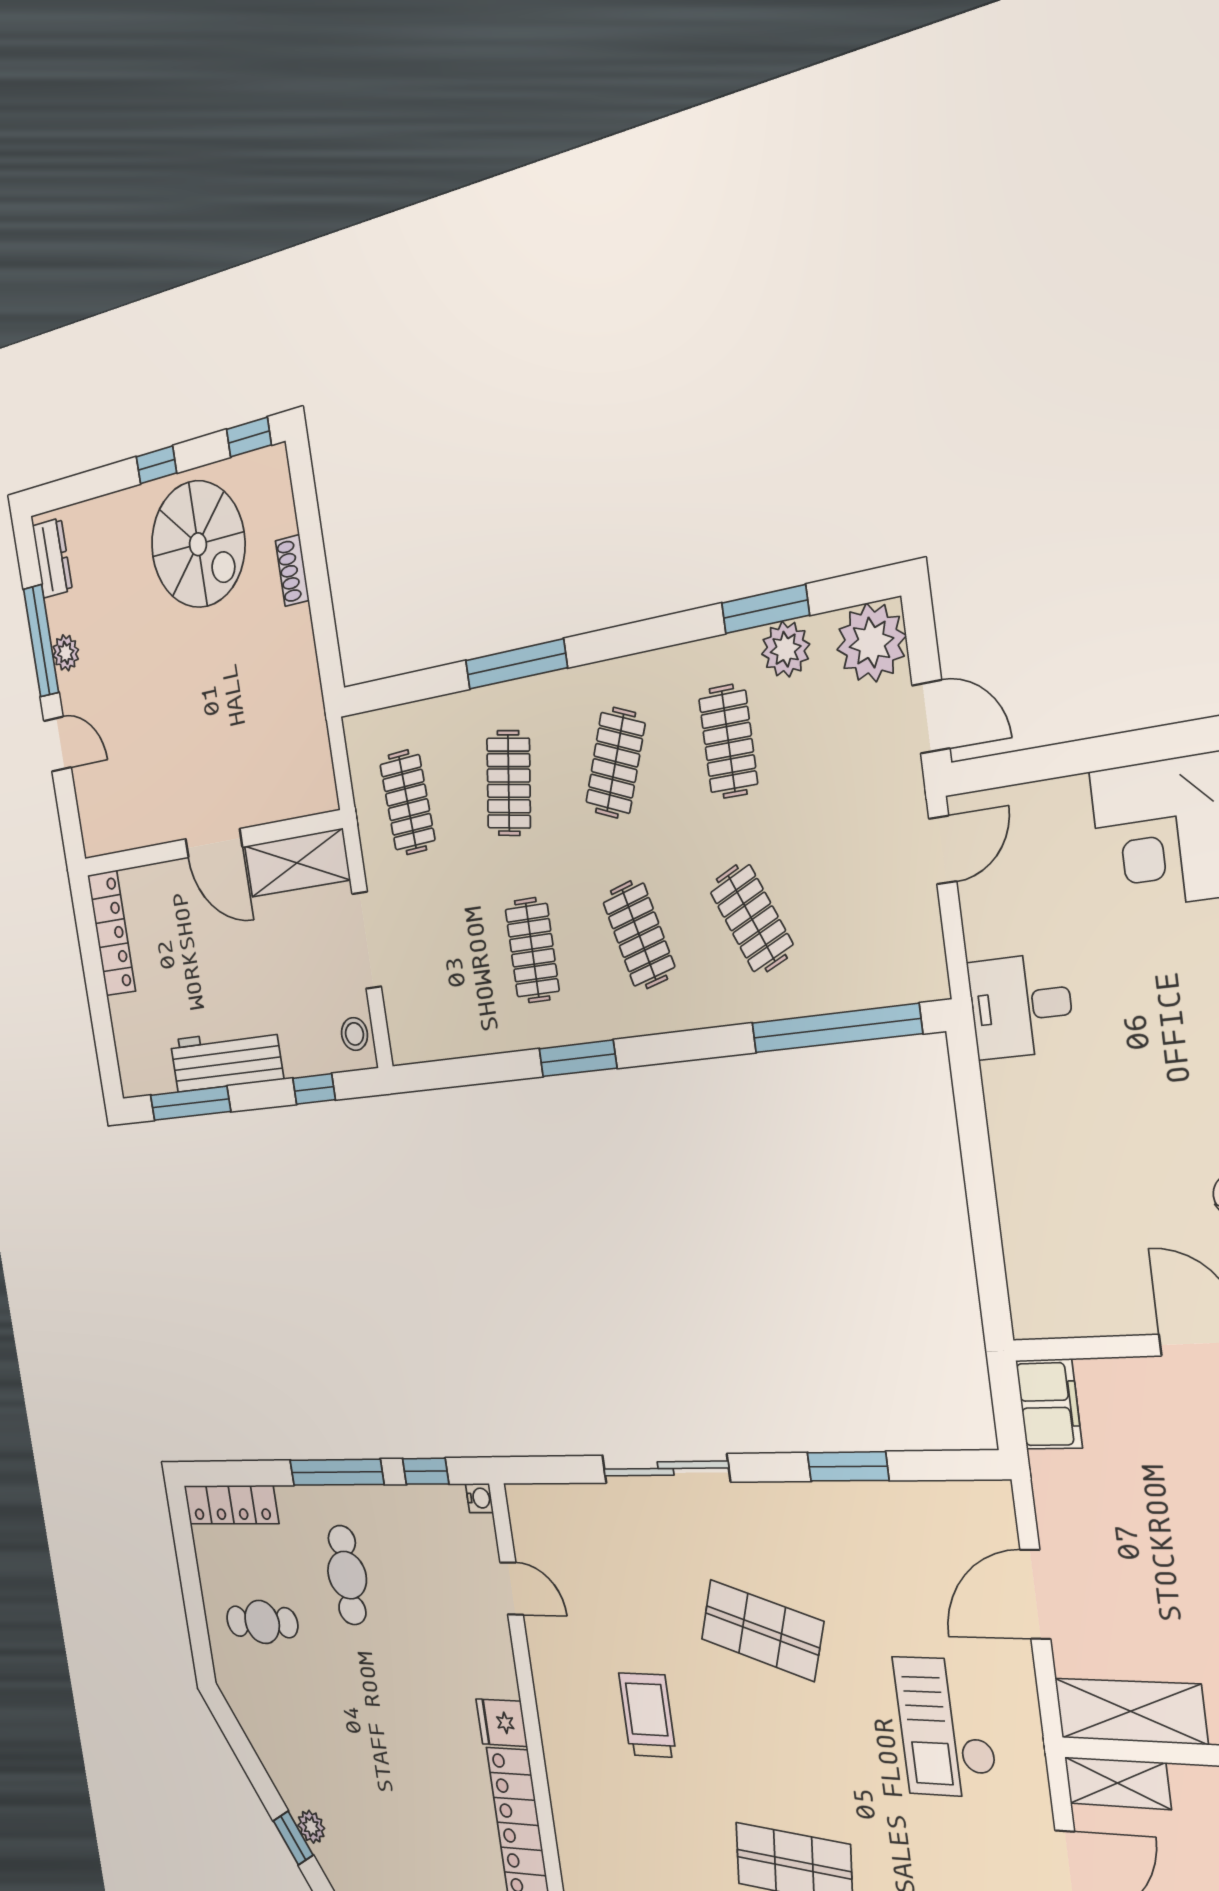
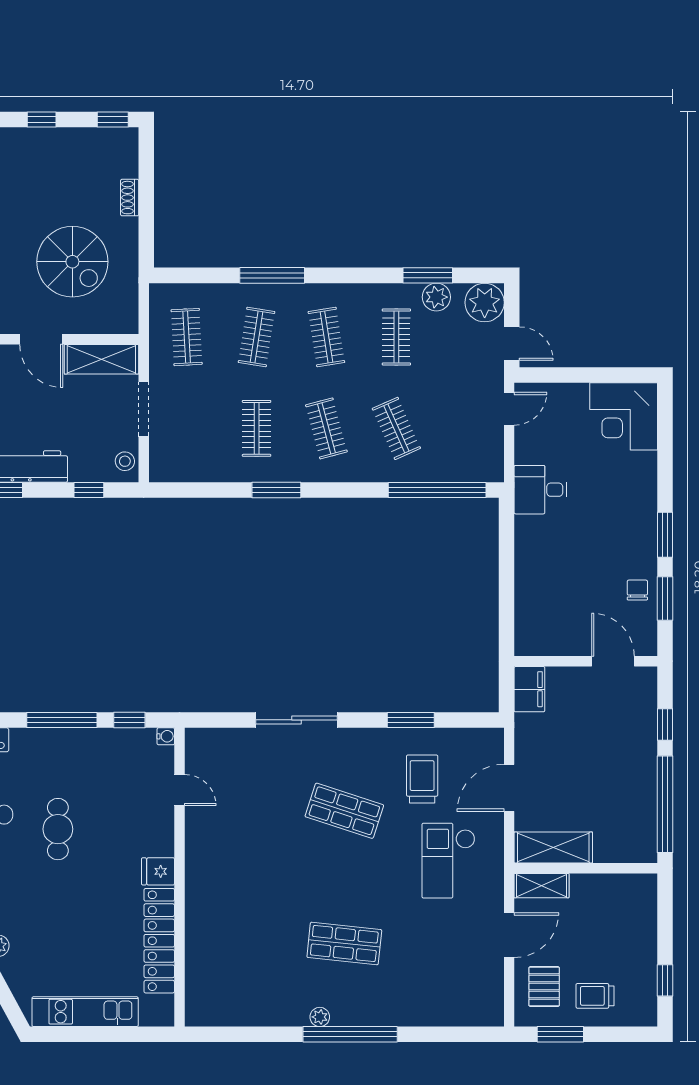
spiral stairs: (198, 544) -> (72, 262), moved
clothes rail: (615, 763) -> (326, 337), turned -30
cafe table: (347, 1575) -> (58, 829), moved
trolley: (647, 1715) -> (422, 779), moved

